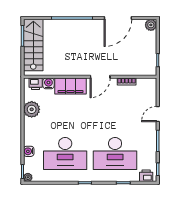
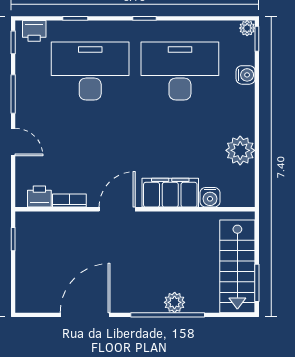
plant: (151, 25) -> (175, 302), moved
printer: (36, 84) -> (39, 197), moved
door: (158, 114) -> (13, 142), hinge flipped

